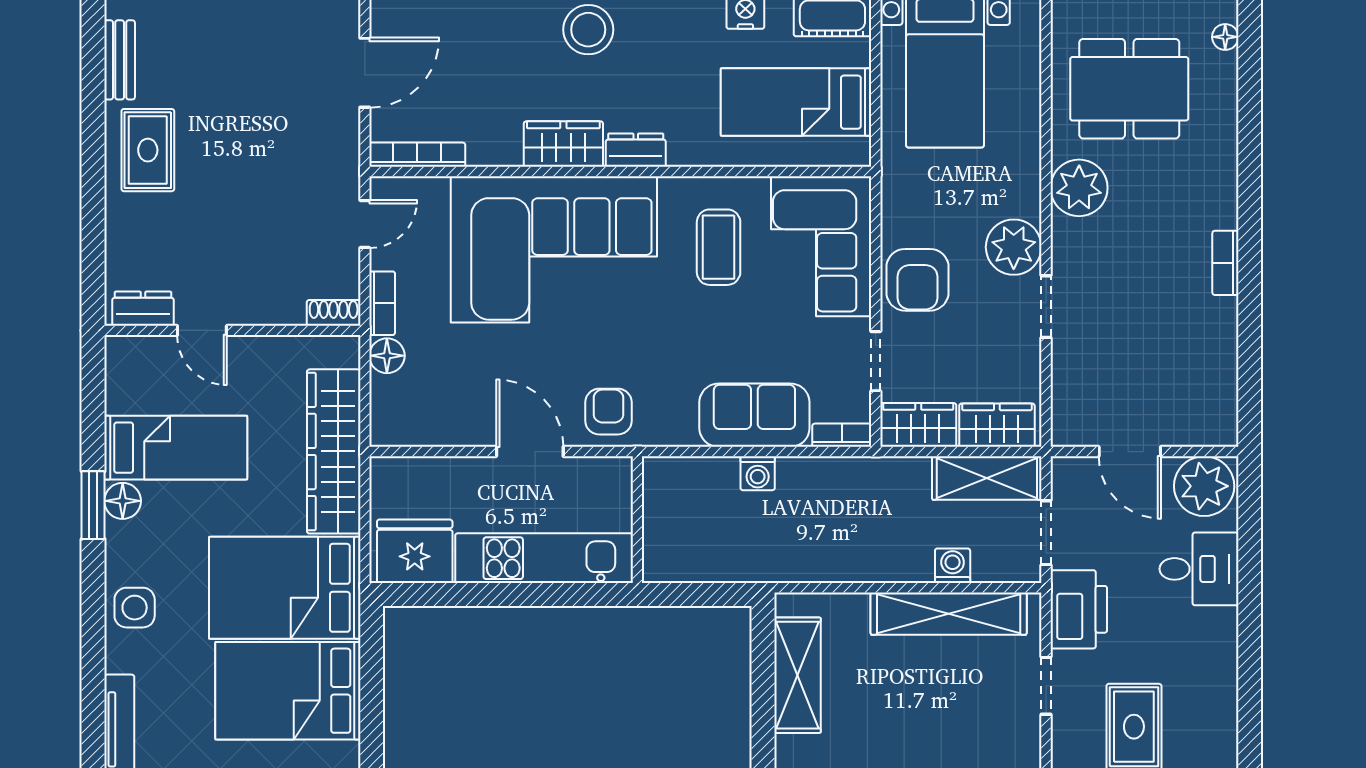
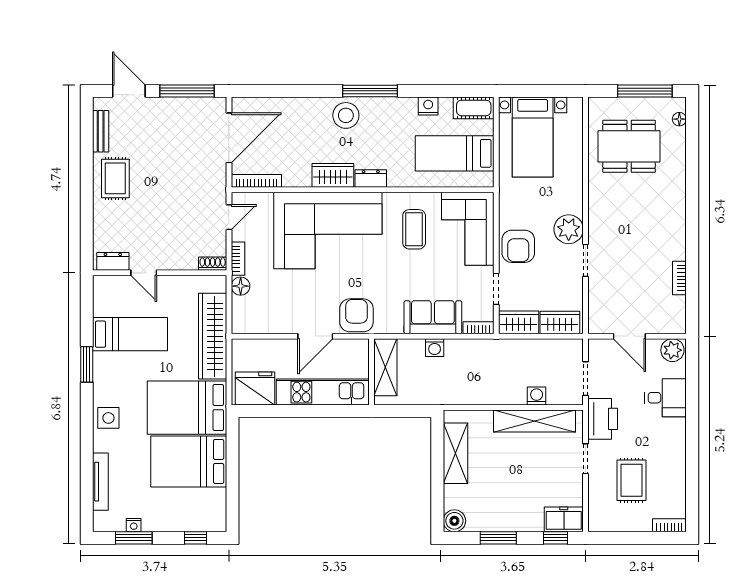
door: (365, 73) -> (229, 138), width x1.36
plant: (1079, 188) -> (603, 198), removed
bookcase: (1225, 263) -> (679, 278), moved
armchair: (608, 412) -> (356, 315), width x1.38, depth x1.38
door: (530, 452) -> (315, 336), swing flipped
shelving: (987, 478) -> (385, 367), moved, turned 90
plant: (1204, 486) -> (672, 350), width x0.73, depth x0.73
floor lamp: (123, 501) -> (102, 362), removed

